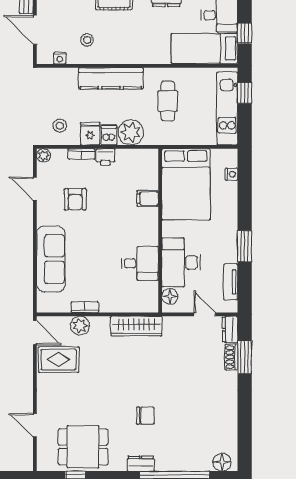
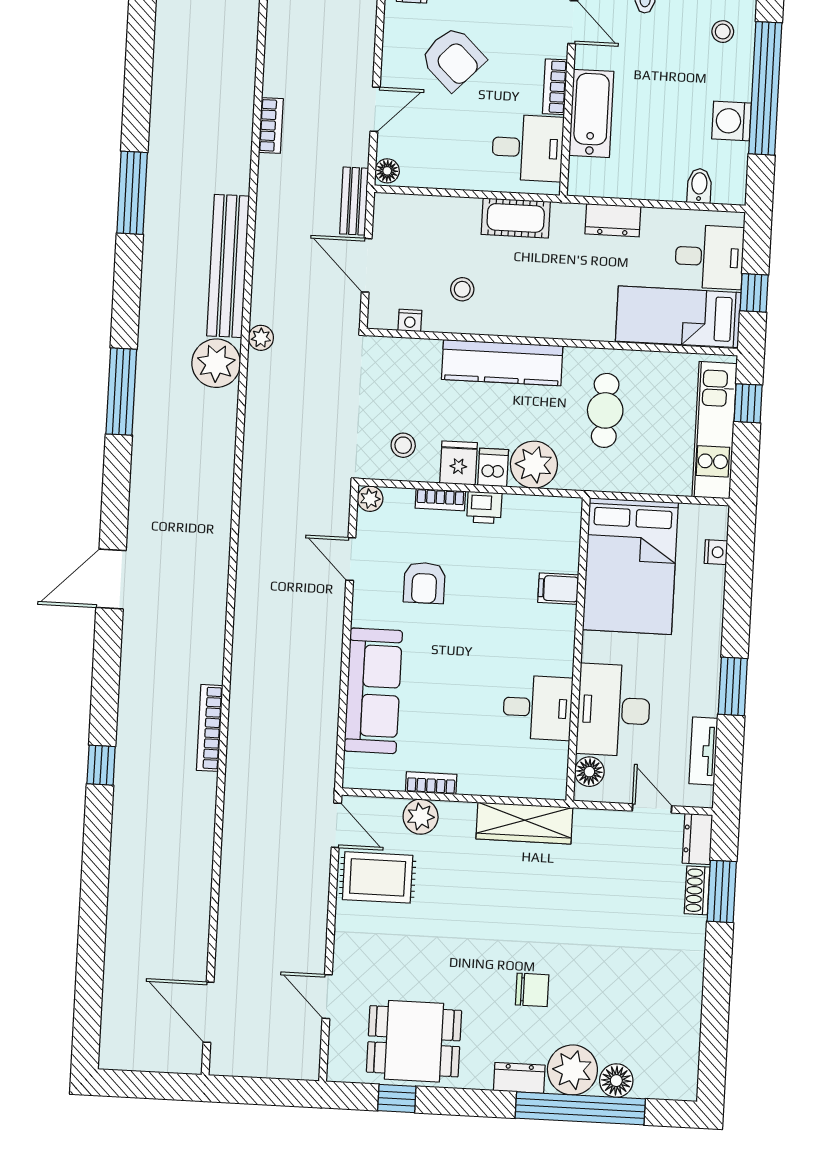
plant: (169, 458) -> (572, 1070), added
floor lamp: (222, 462) -> (616, 1081), moved

